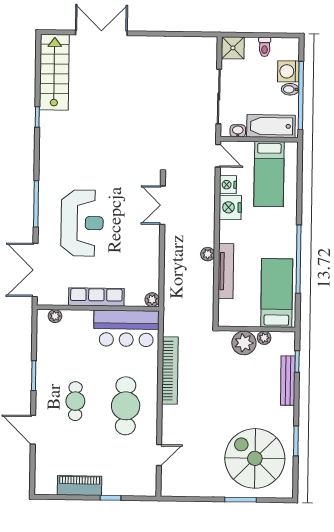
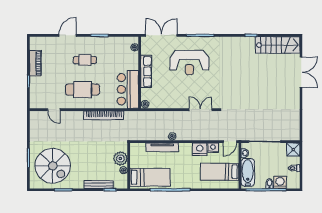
spiral stairs: (255, 458) -> (53, 166), turned 90

